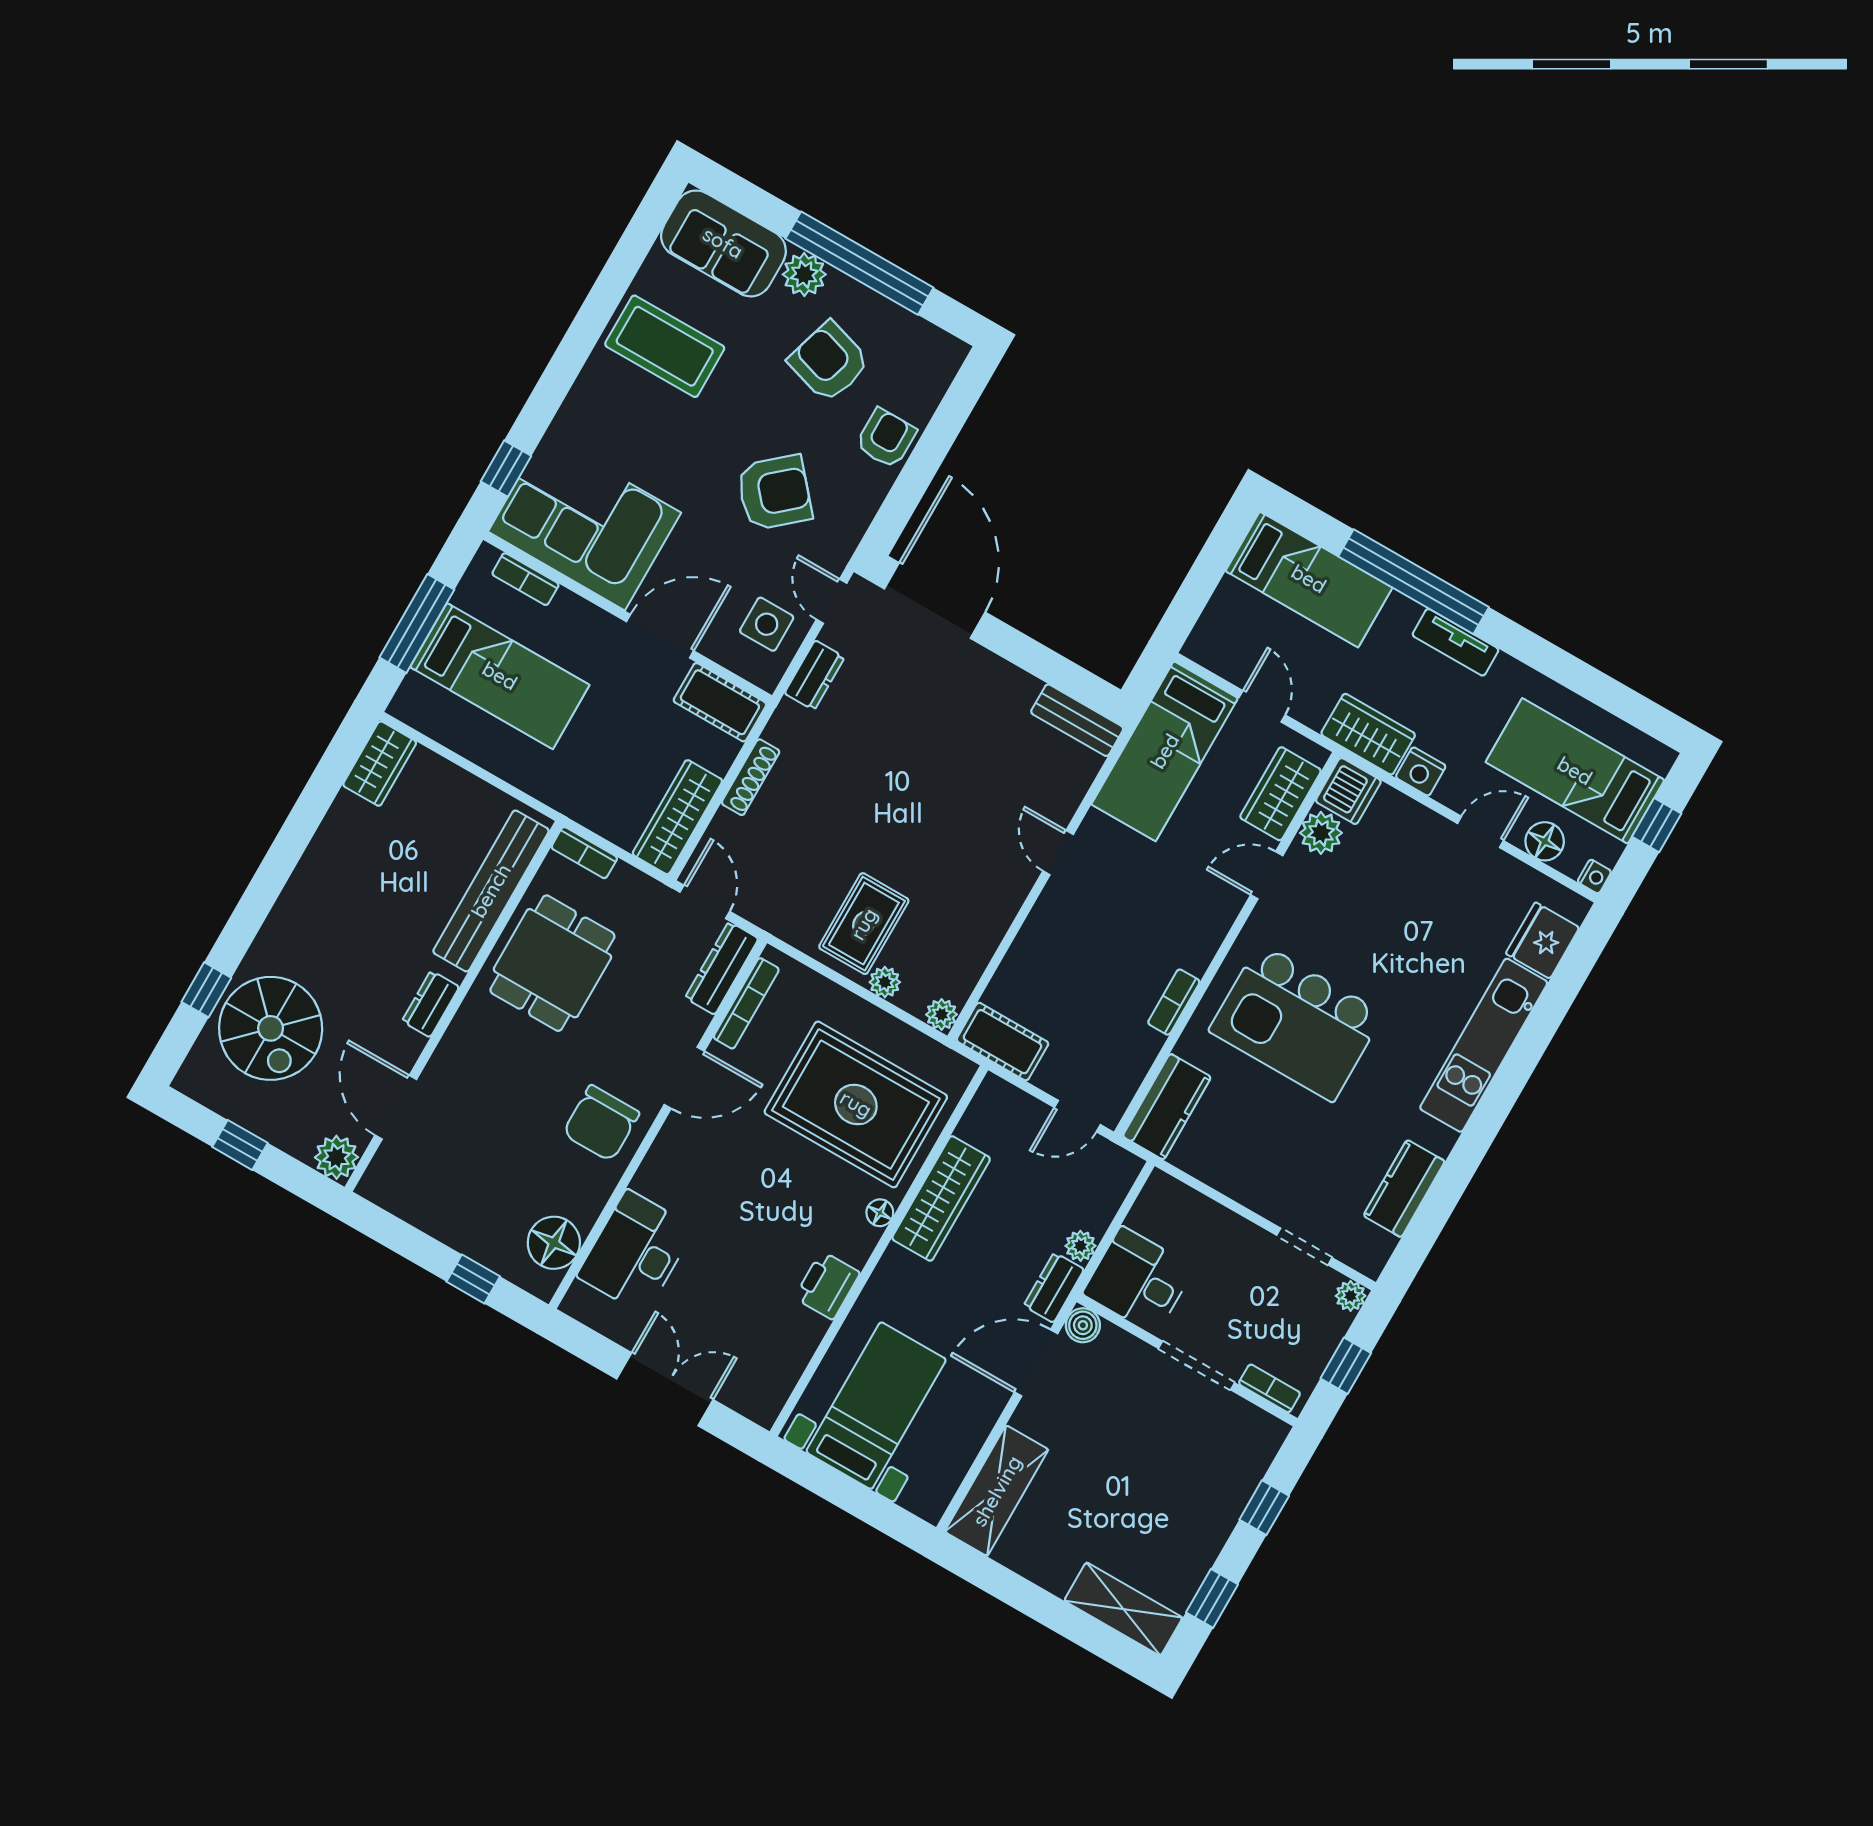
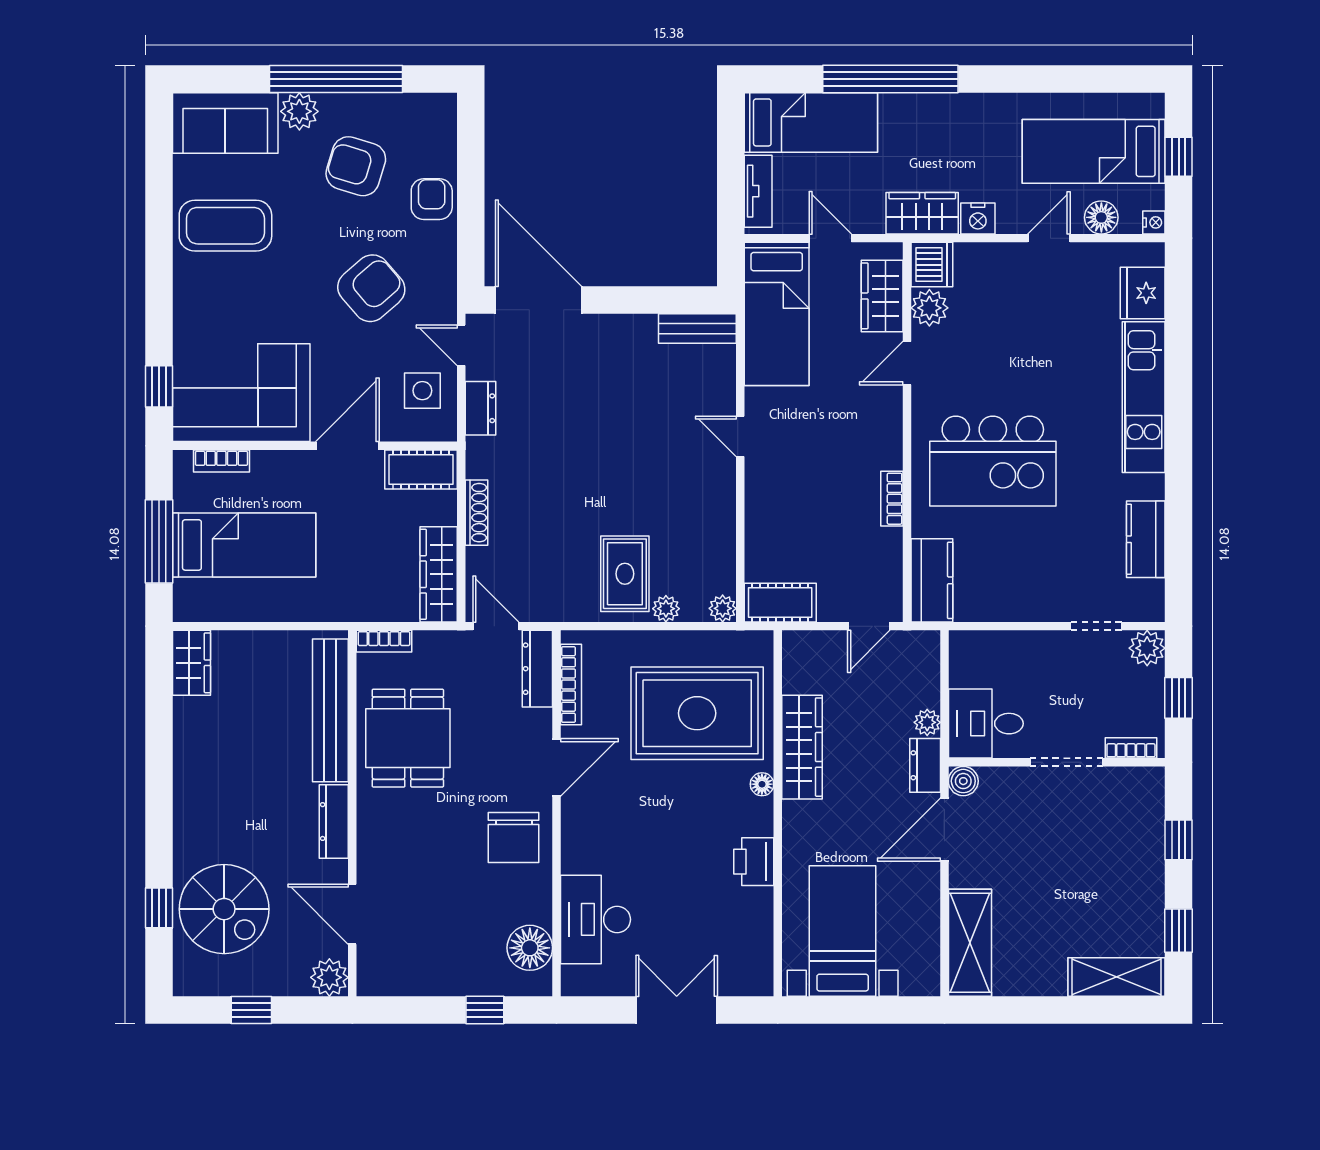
tv unit: (1456, 642) -> (758, 191), moved, turned -90
dresser: (431, 1004) -> (334, 822), width x1.44
plant: (1351, 1296) -> (1147, 648), width x1.38, depth x1.38

